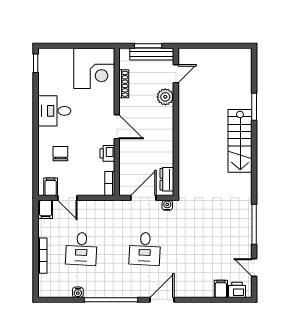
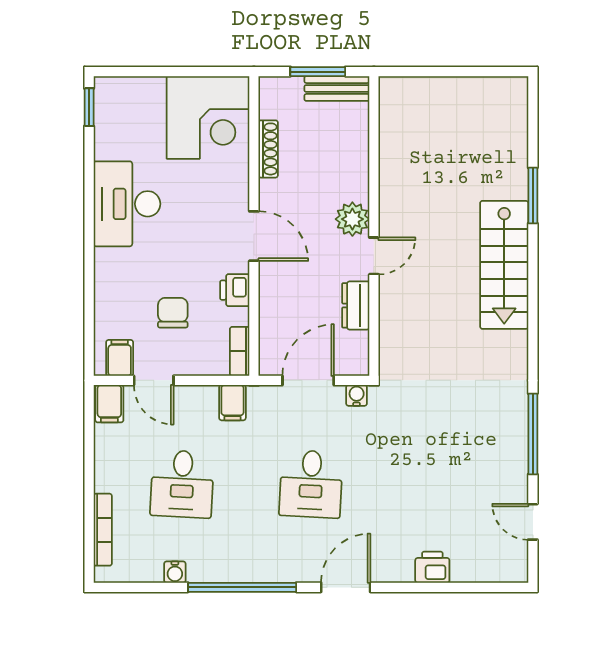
bench: (152, 54) -> (337, 88), width x0.73
door: (176, 74) -> (374, 256), moved
plant: (165, 97) -> (352, 219), moved
desk: (54, 111) -> (127, 204), width x1.37
chair: (60, 154) -> (173, 313), moved
dresser: (167, 179) -> (356, 305), moved
bookcase: (42, 256) -> (103, 530), moved
filing cabinet: (221, 289) -> (232, 403), moved, turned 180
printer: (237, 290) -> (432, 567), moved

